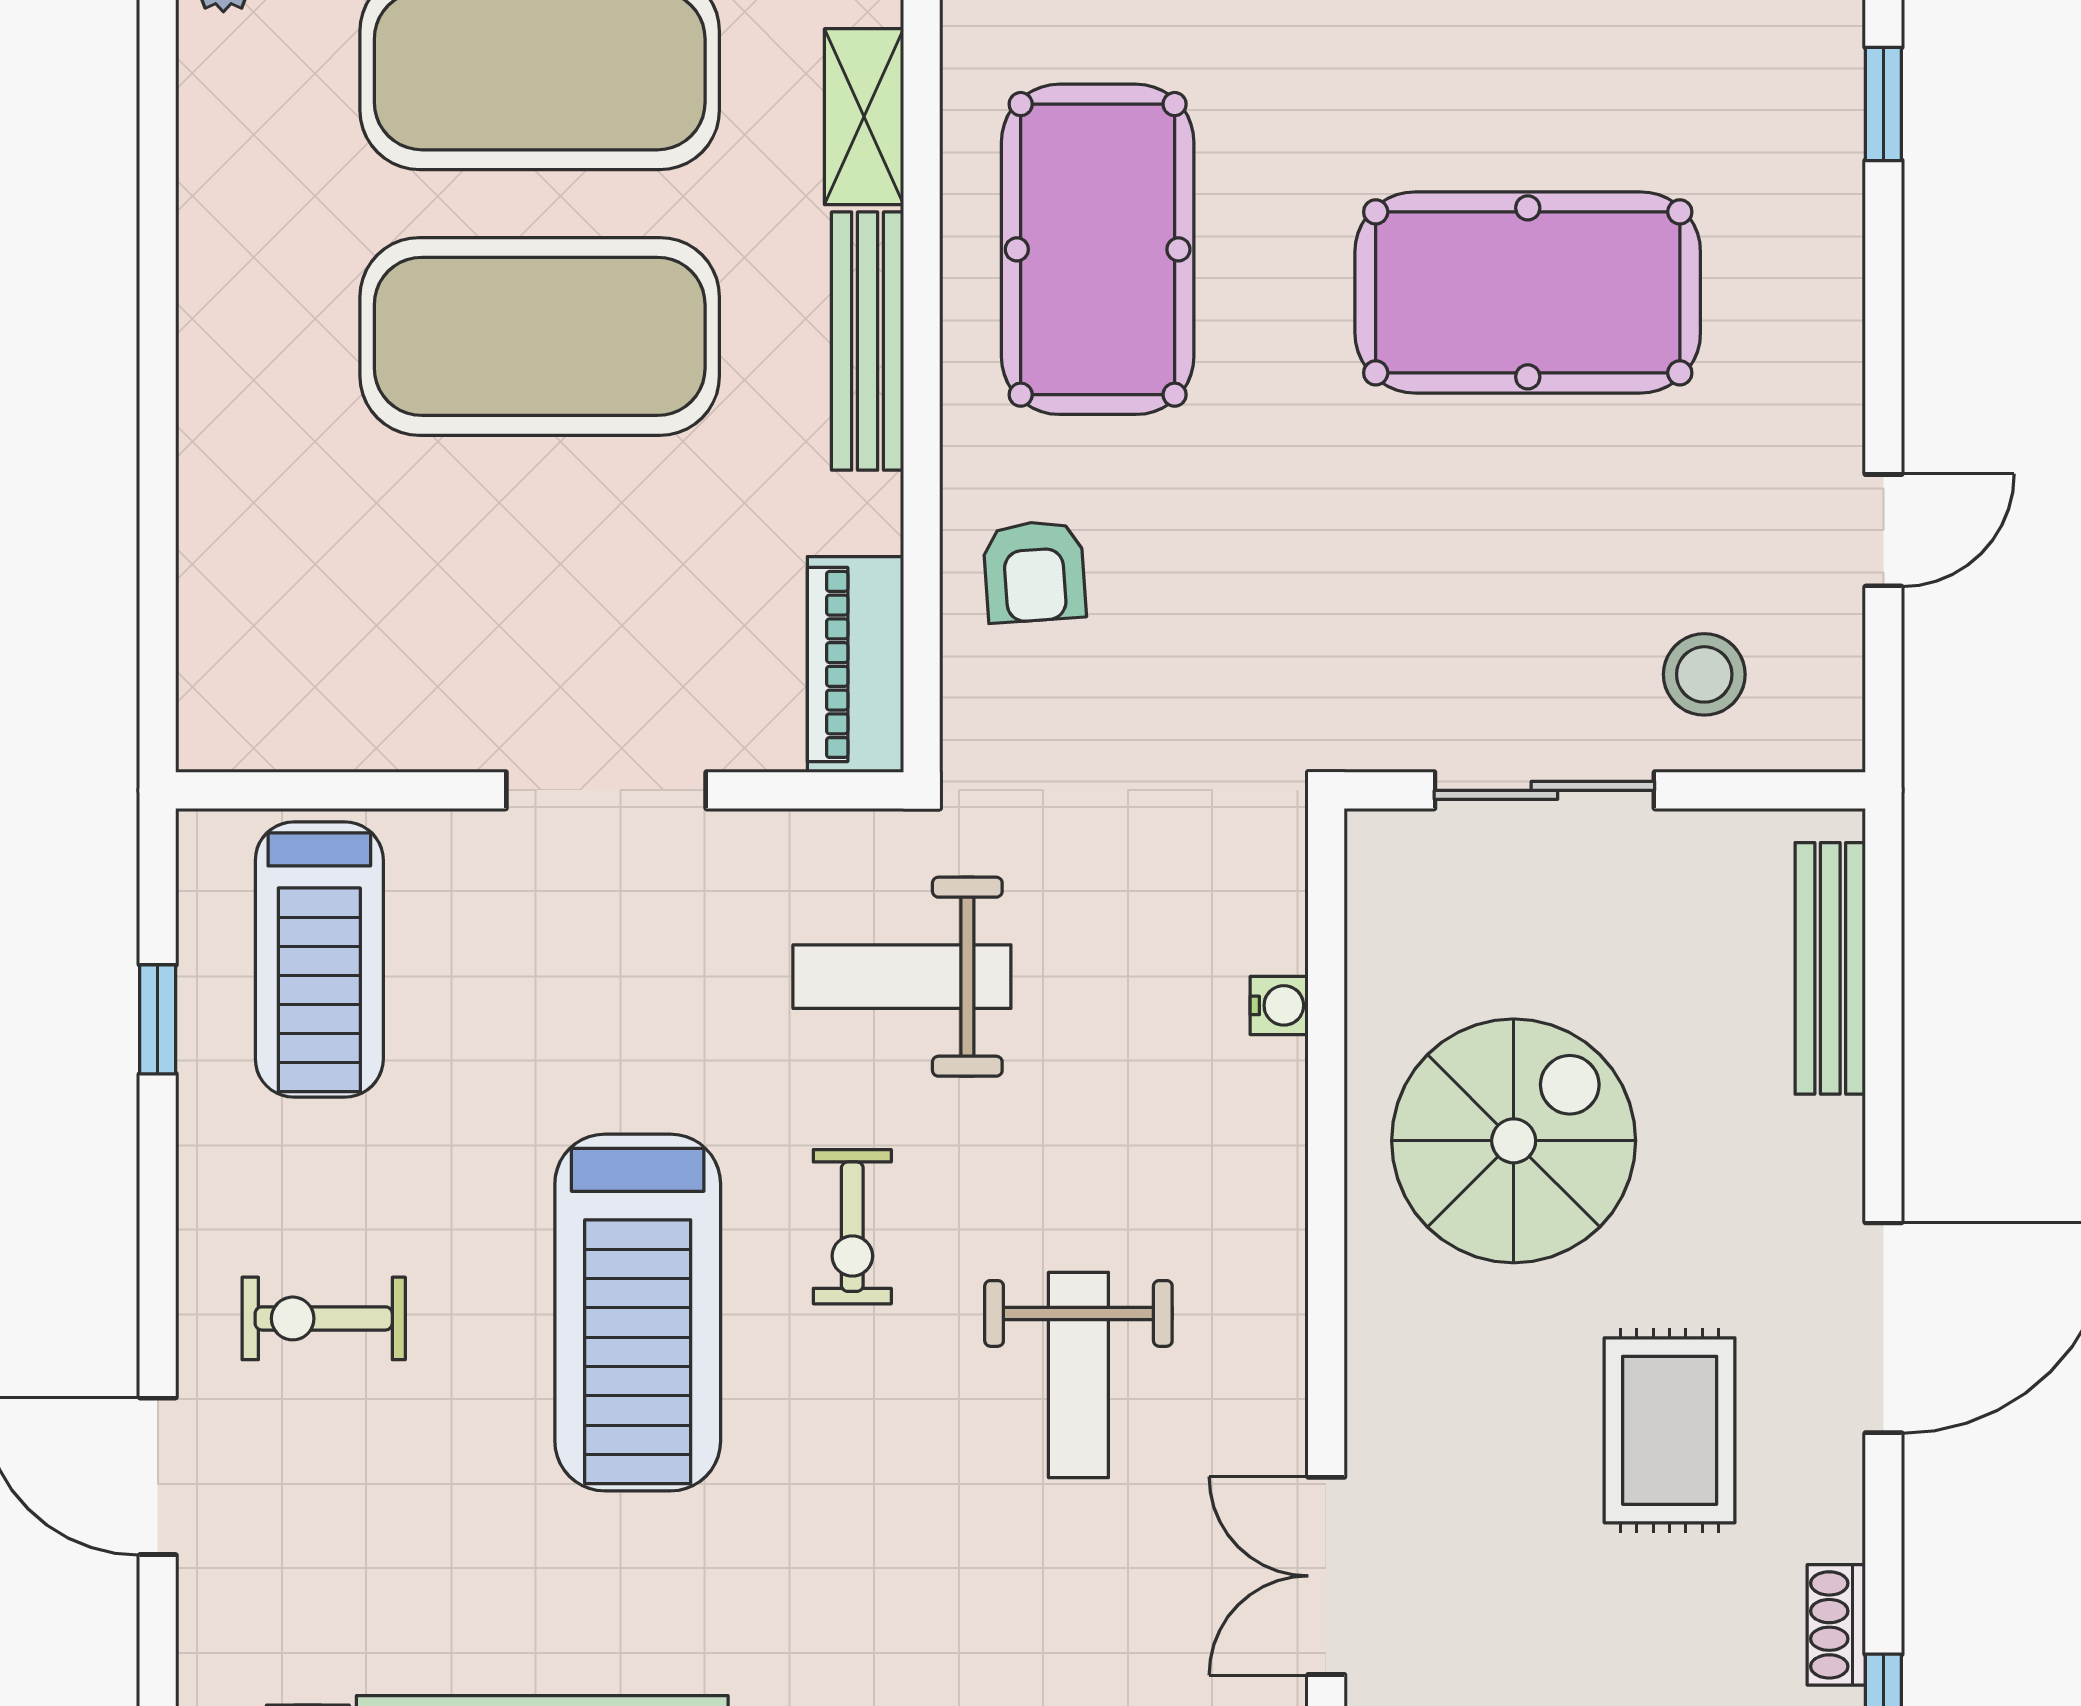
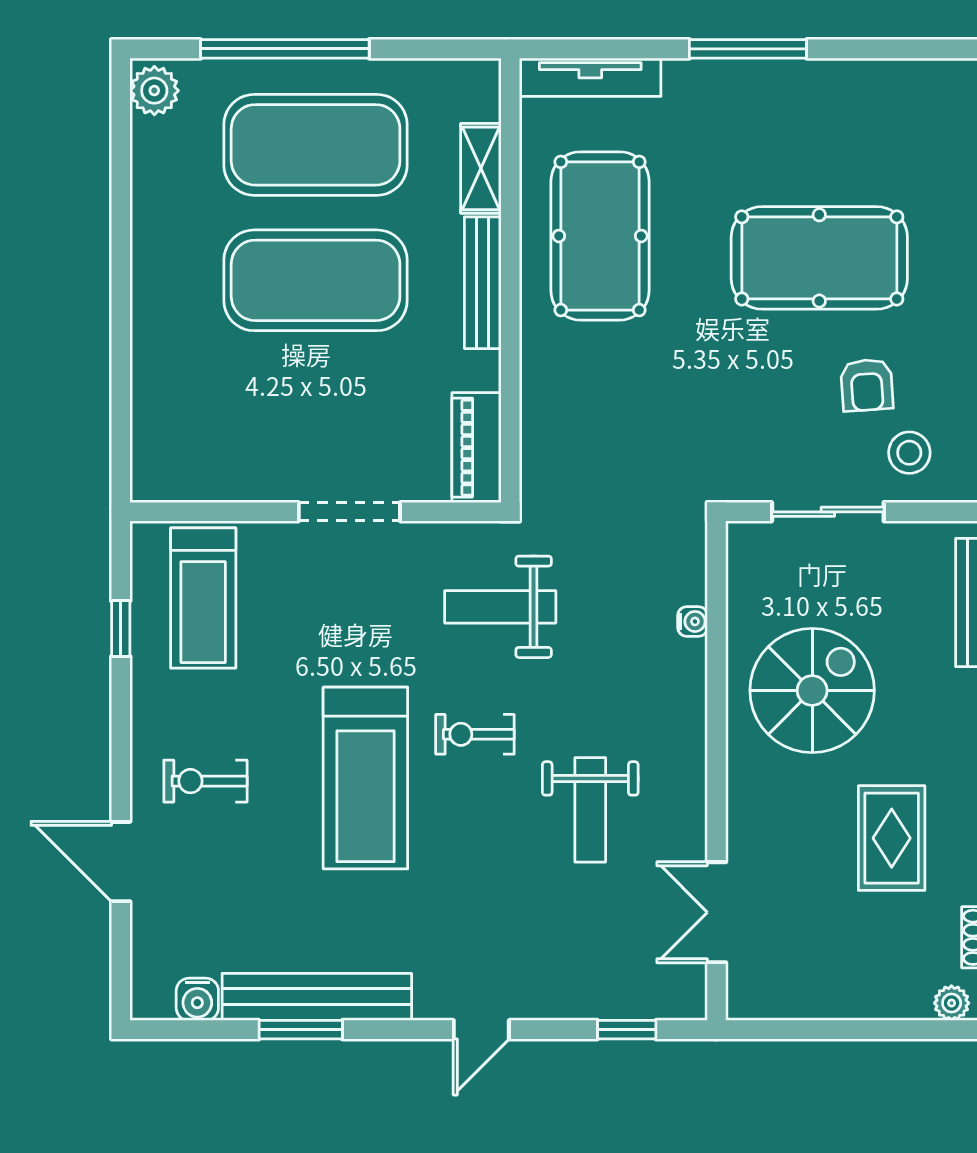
armchair: (1034, 571) -> (867, 385), moved
exercise bike: (852, 1227) -> (475, 734), turned 90

